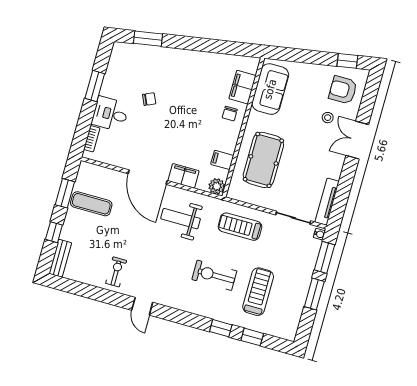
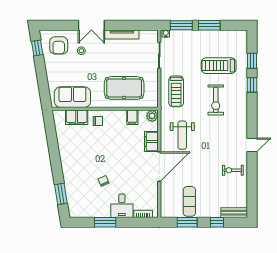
tv unit: (327, 202) -> (122, 34), moved

